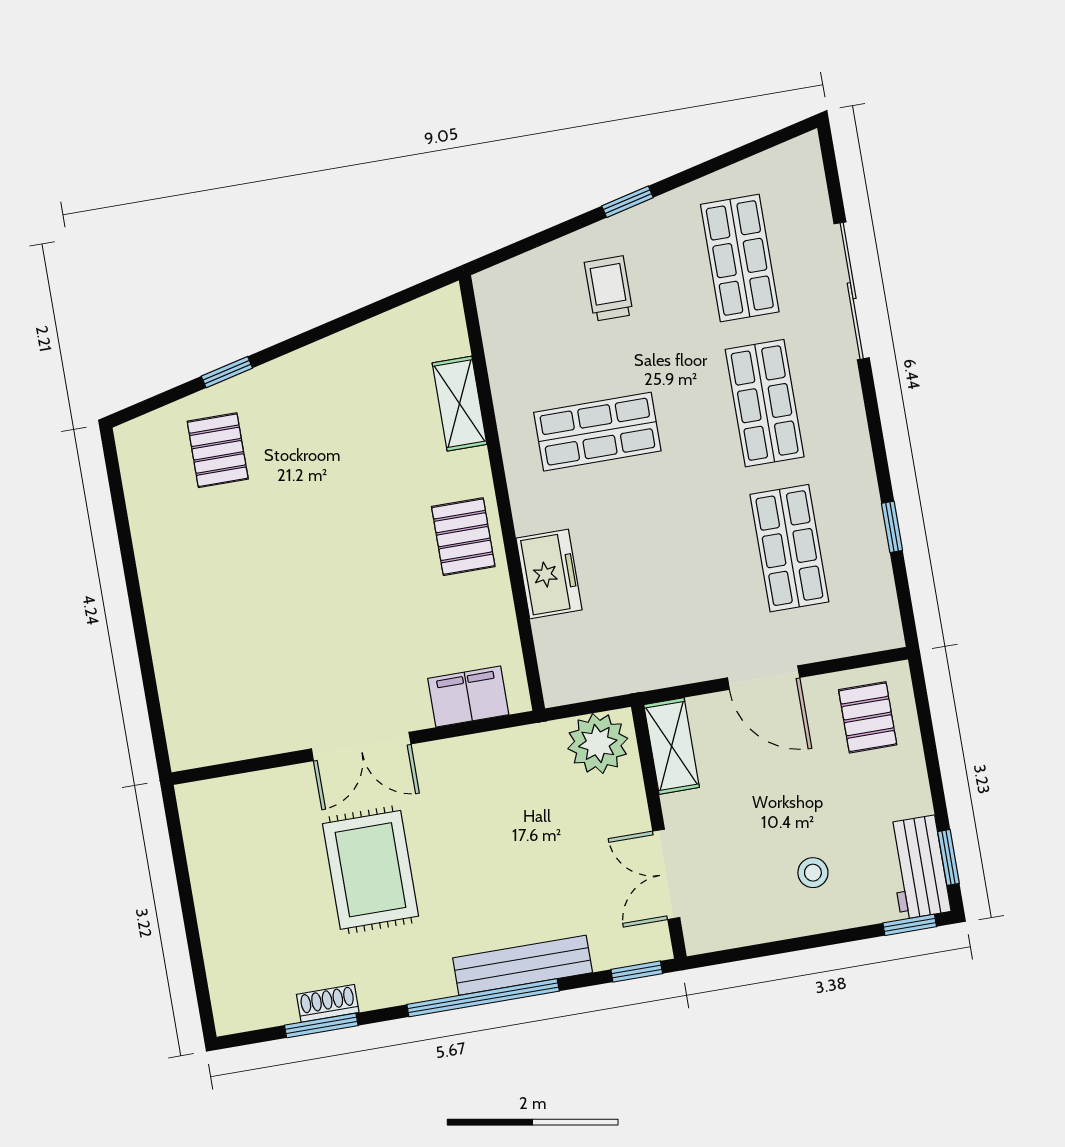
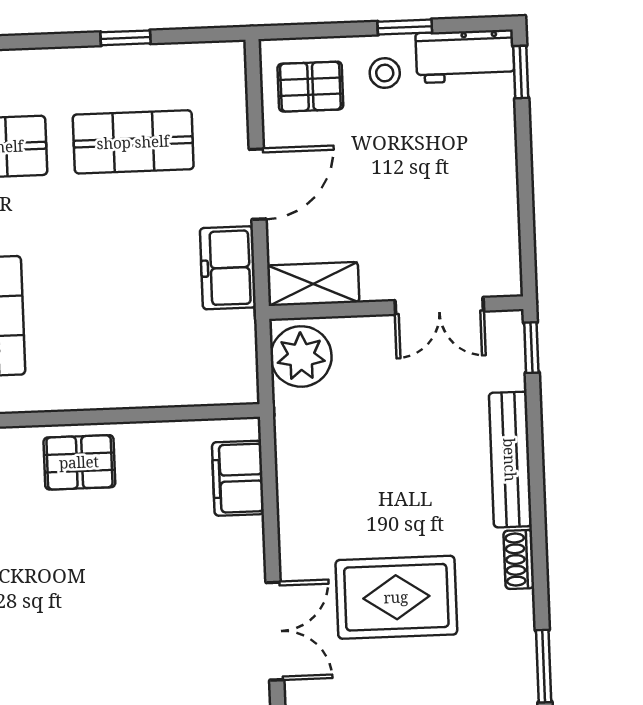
freezer: (549, 574) -> (228, 268), moved, turned -90
double door: (361, 746) -> (275, 631), moved
window: (949, 857) -> (405, 27), moved
stool: (813, 873) -> (385, 73), moved
window: (483, 998) -> (537, 503), removed
shoe rack: (328, 1003) -> (519, 559), moved

